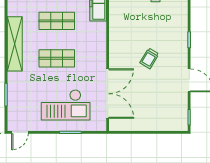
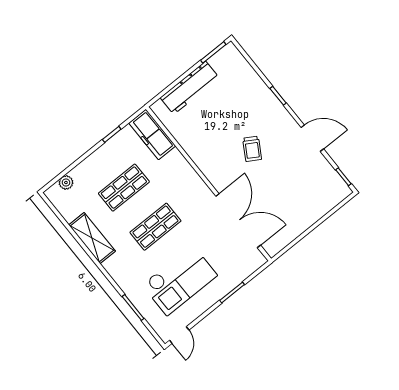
shelving: (15, 44) -> (92, 238), width x0.68
checkout: (66, 105) -> (180, 280), moved

